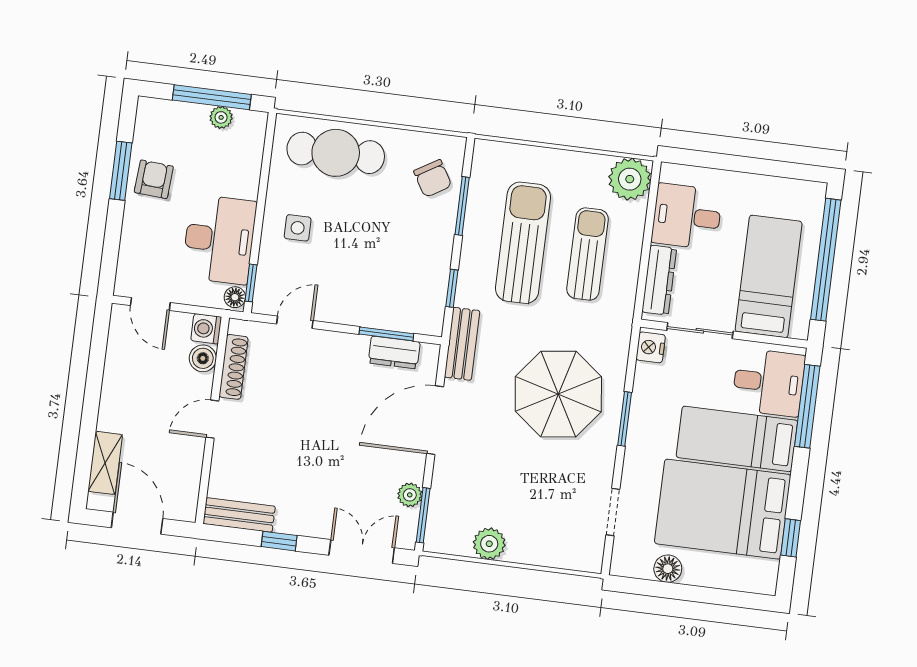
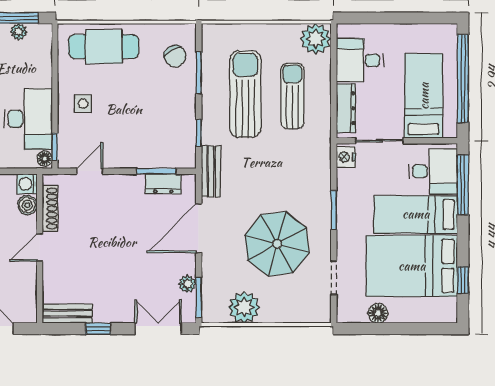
parasol: (558, 394) -> (277, 244), moved
plant: (489, 544) -> (244, 307), width x1.36, depth x1.36

